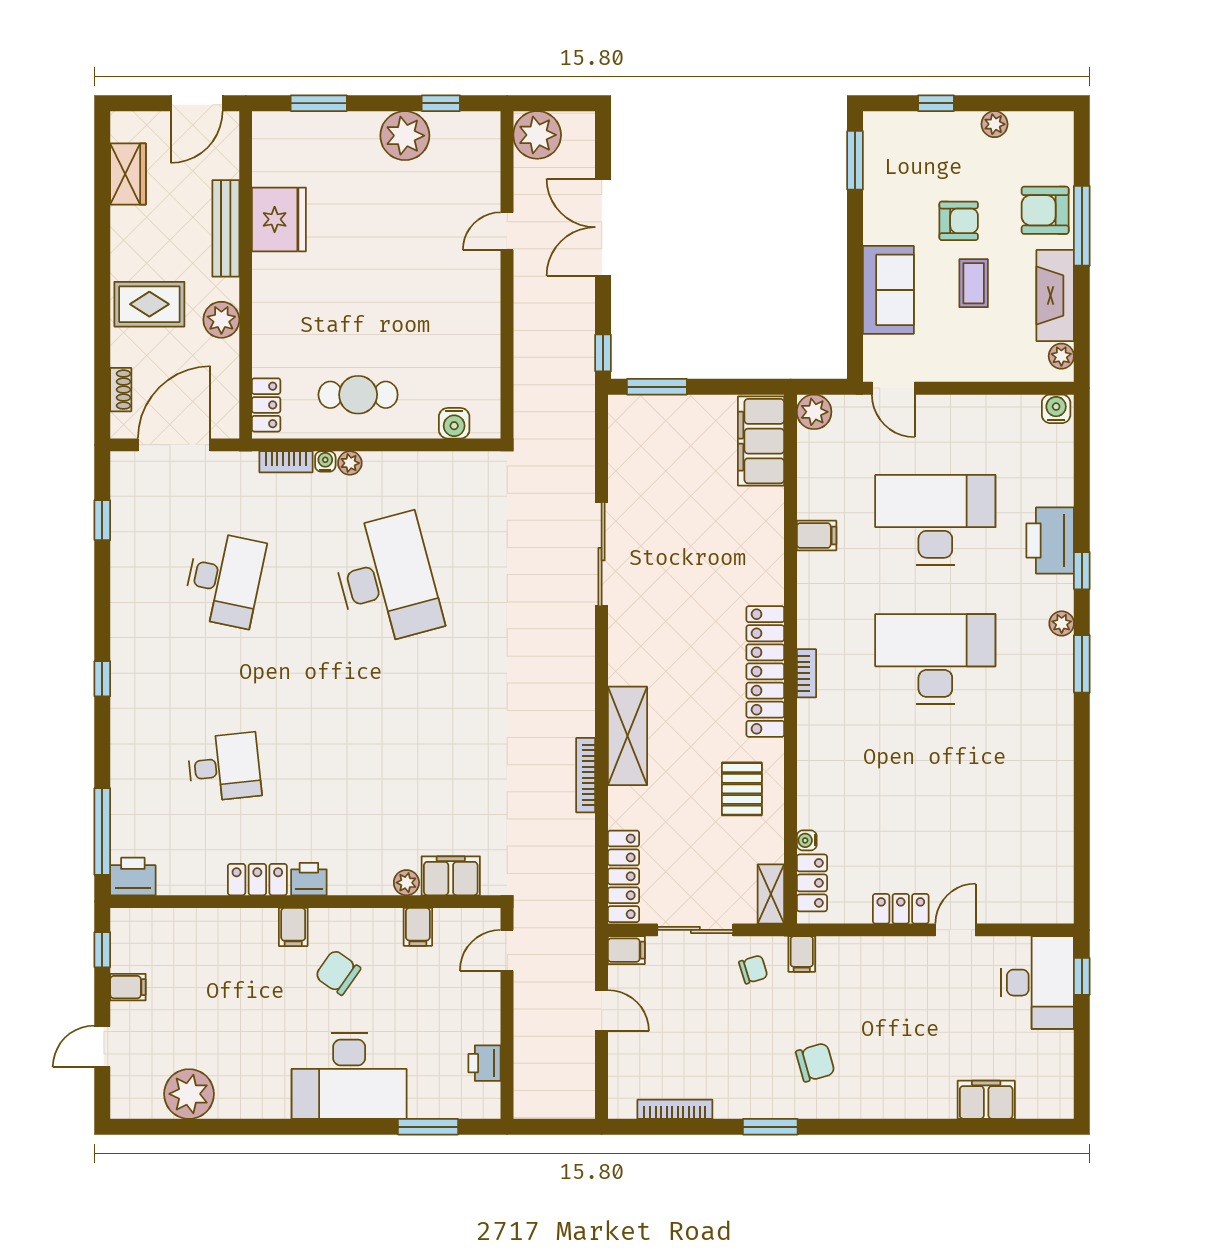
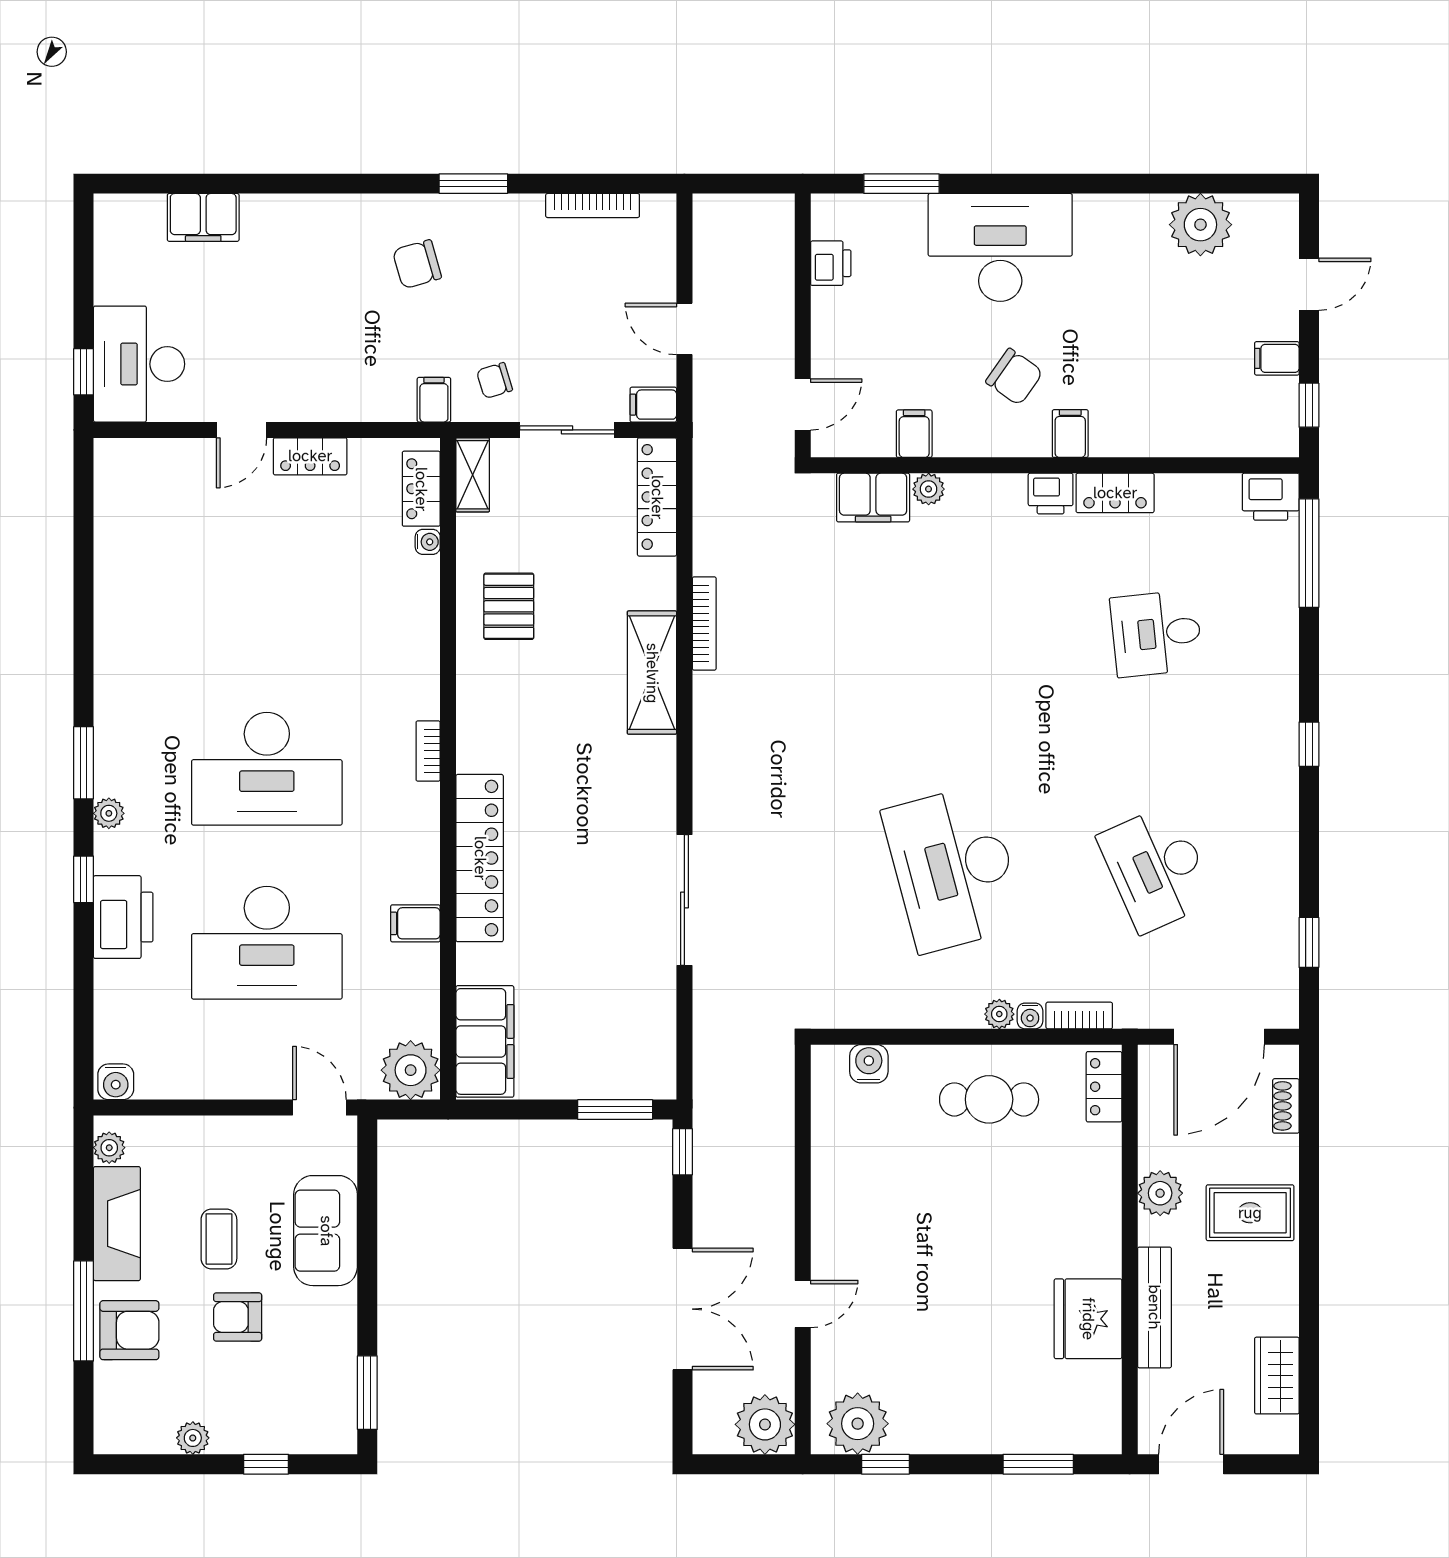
plant: (405, 136) -> (858, 1424), moved
plant: (814, 412) -> (411, 1070), width x1.36, depth x1.36
desk: (224, 579) -> (1156, 869), turned -36
locker: (765, 671) -> (480, 858), moved

